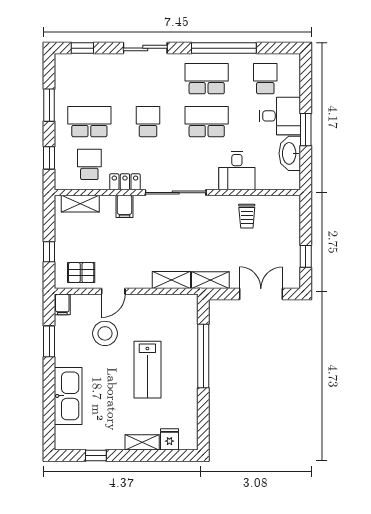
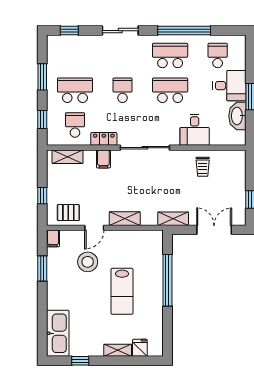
shelving: (171, 280) -> (125, 219), moved
kitchen sink: (68, 396) -> (58, 333), moved

